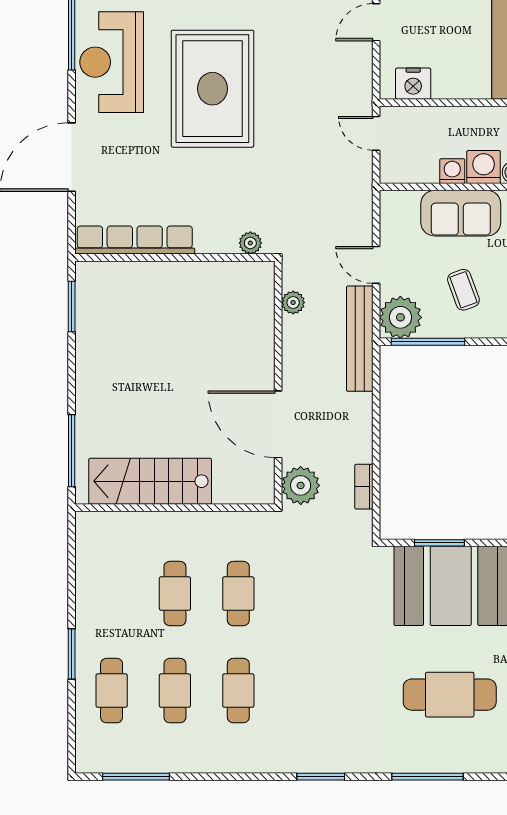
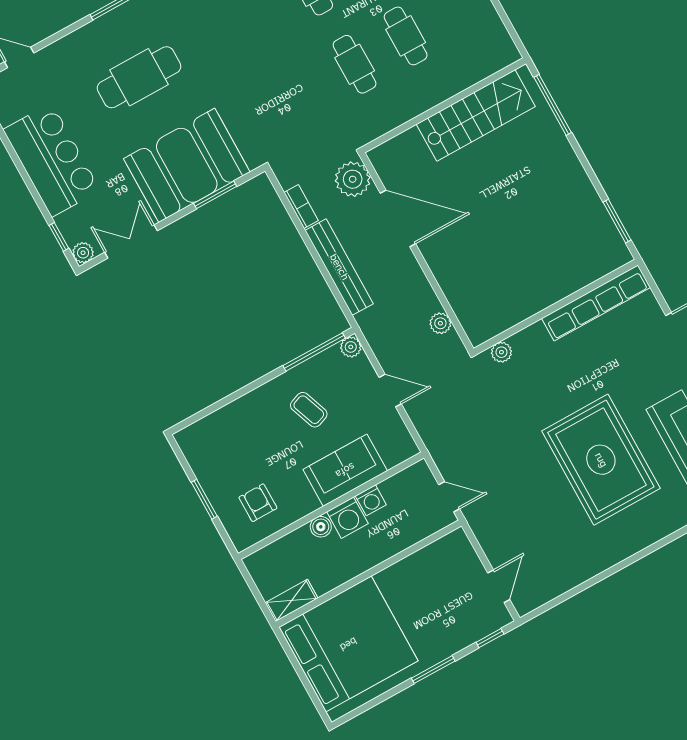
nightstand: (413, 84) -> (441, 553), removed
plant: (400, 317) -> (351, 347), width x0.53, depth x0.53
bench: (360, 339) -> (339, 267), moved

